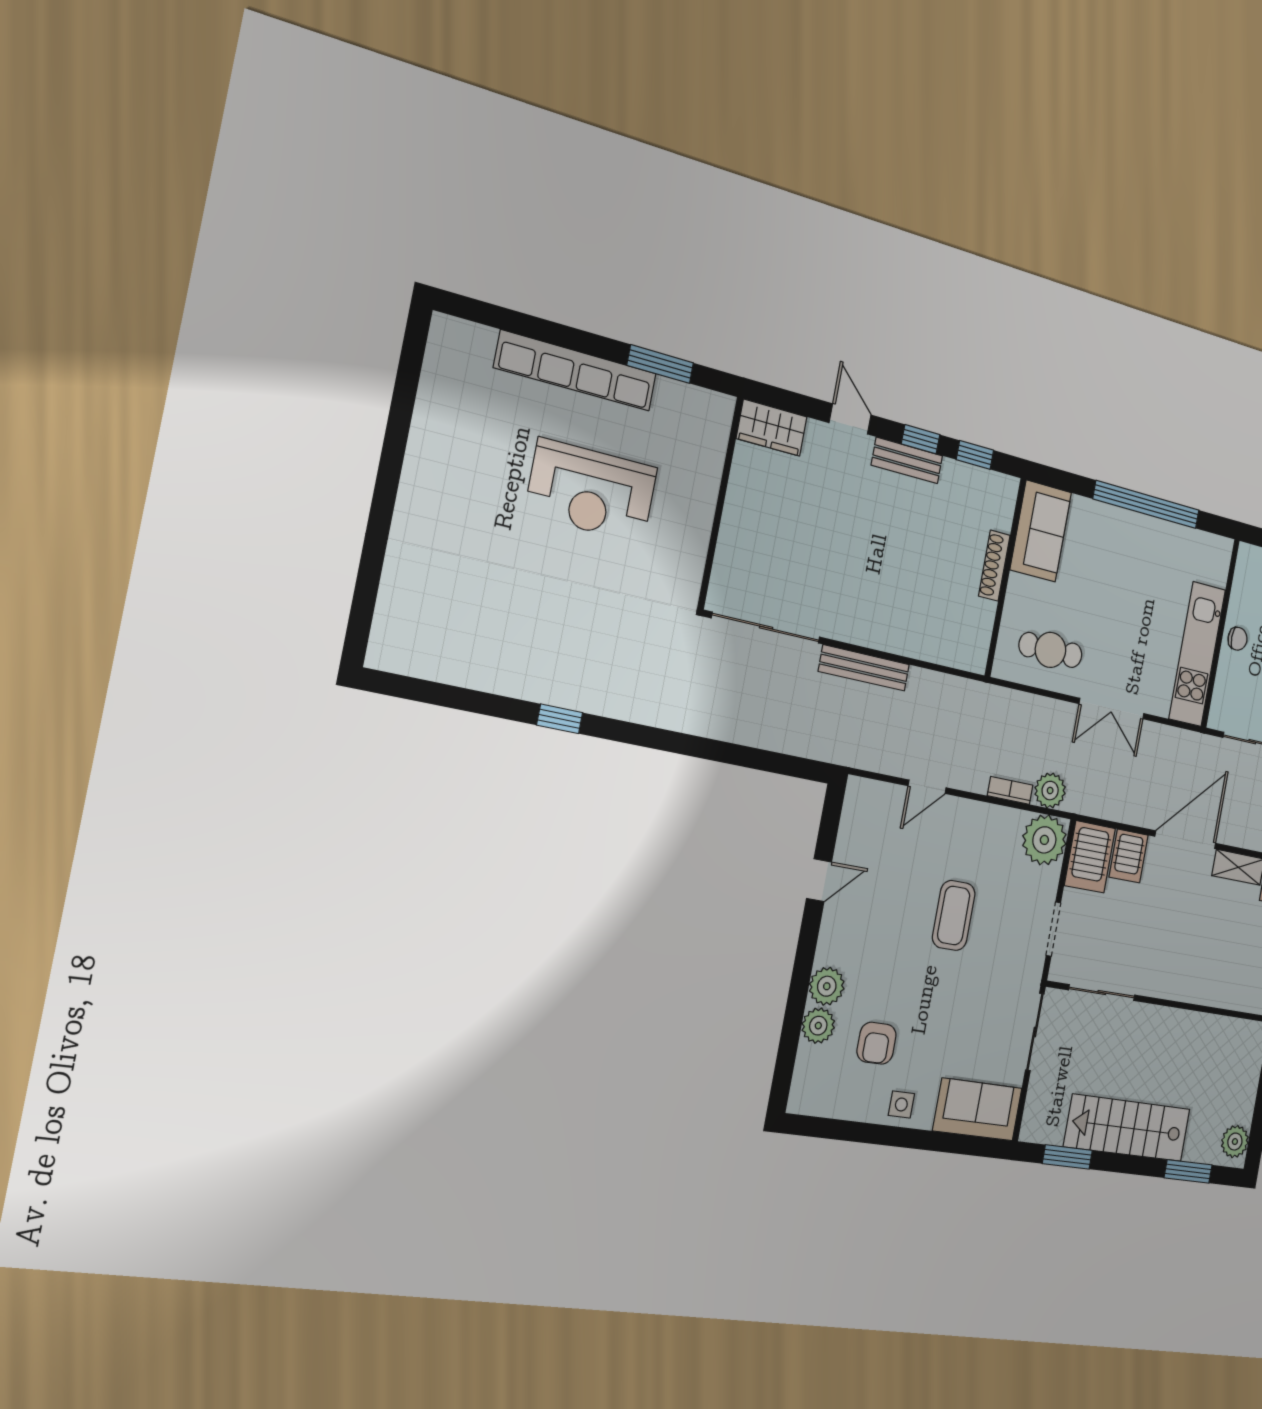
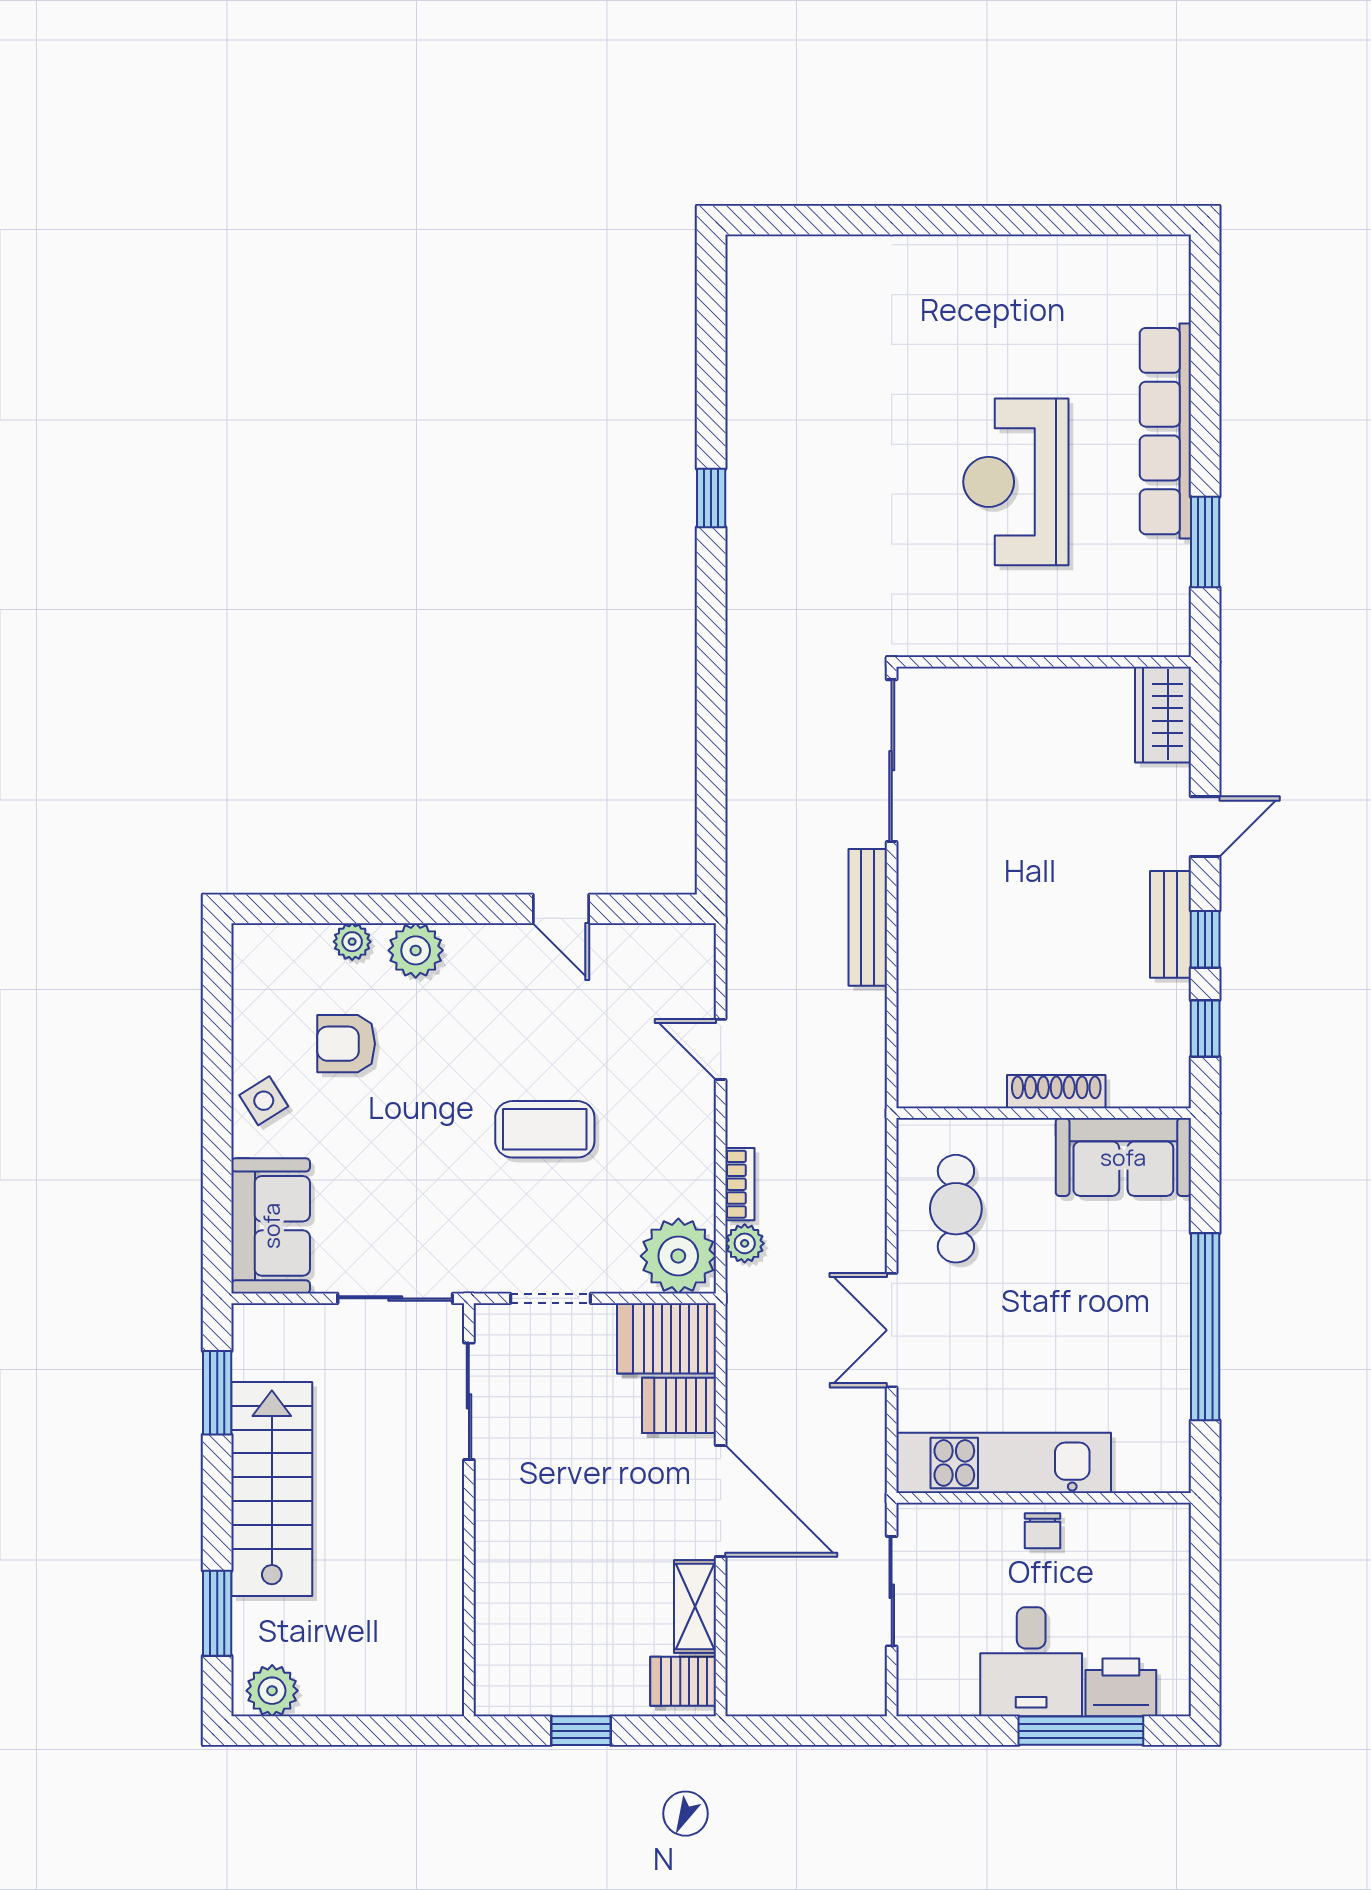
plant: (1050, 791) -> (745, 1243), width x0.73, depth x0.73
plant: (818, 1026) -> (352, 942), width x0.73, depth x0.73
side table: (901, 1104) -> (264, 1101), turned -32

